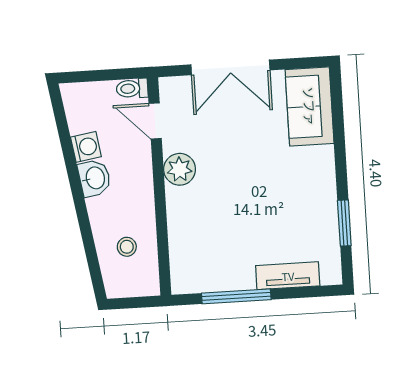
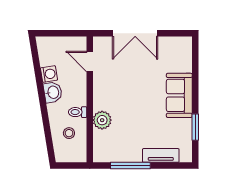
toilet: (132, 88) -> (78, 112), moved
sofa: (310, 106) -> (179, 95), moved
plant: (180, 169) -> (102, 120), moved

